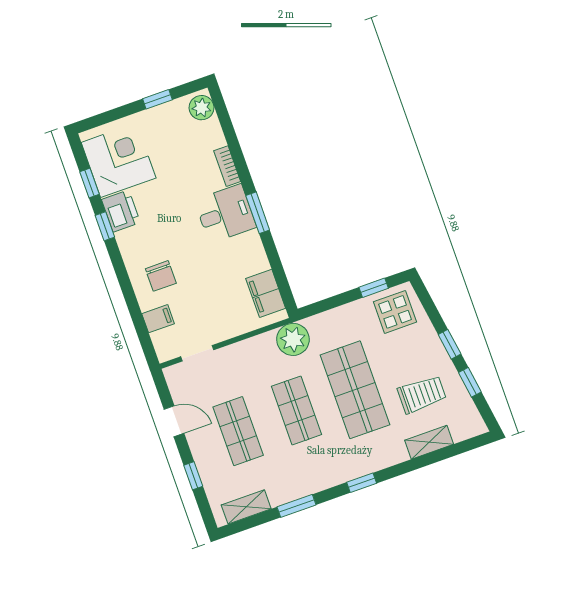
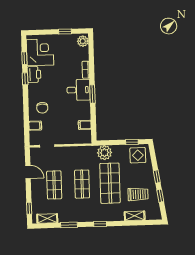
filing cabinet: (266, 293) -> (85, 125), width x0.50
plant: (293, 339) -> (104, 153), moved
window: (193, 476) -> (29, 208), moved

